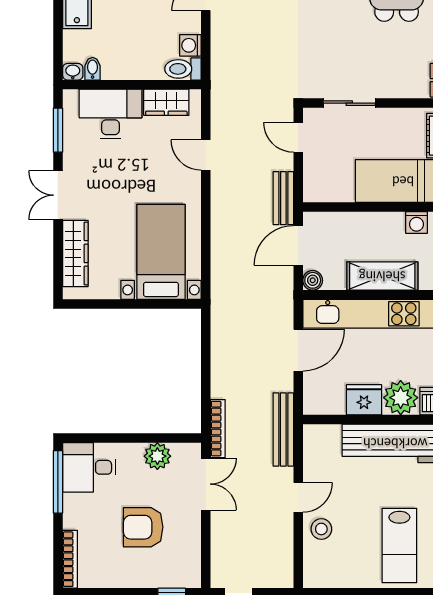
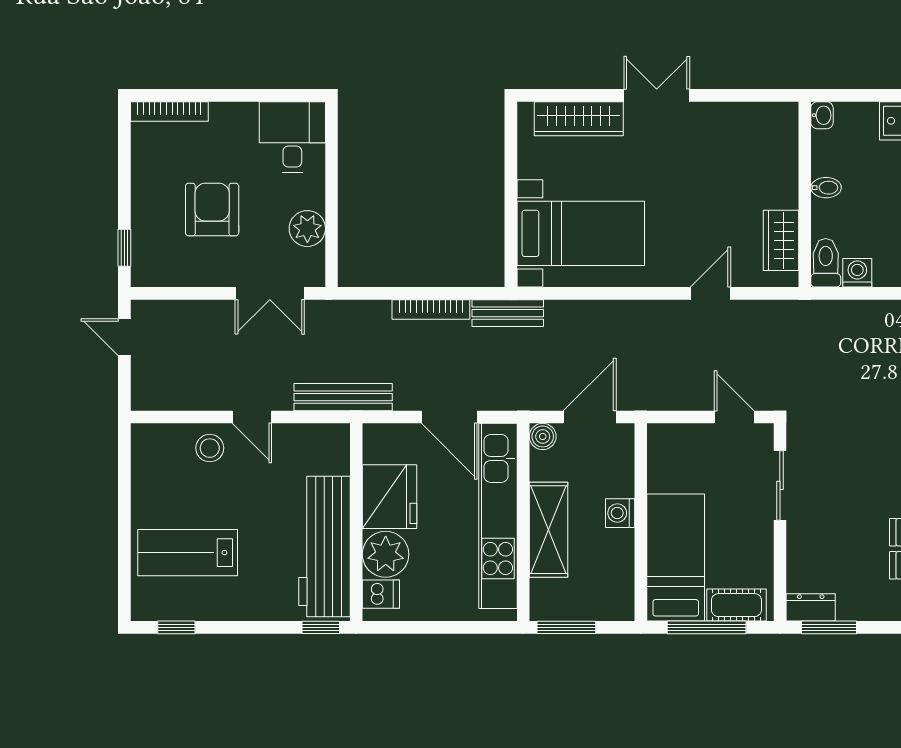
bidet: (93, 69) -> (826, 188), moved
desk: (111, 114) -> (766, 166), removed
window: (58, 130) -> (744, 95), removed
door: (298, 137) -> (734, 417), hinge flipped
bench: (283, 198) -> (508, 313), moved
washing machine: (417, 222) -> (620, 513), moved
door: (298, 245) -> (590, 417), hinge flipped
fridge: (364, 400) -> (390, 497), width x1.36, depth x1.34
bookcase: (218, 429) -> (431, 309), moved
window: (58, 482) -> (273, 95), removed

